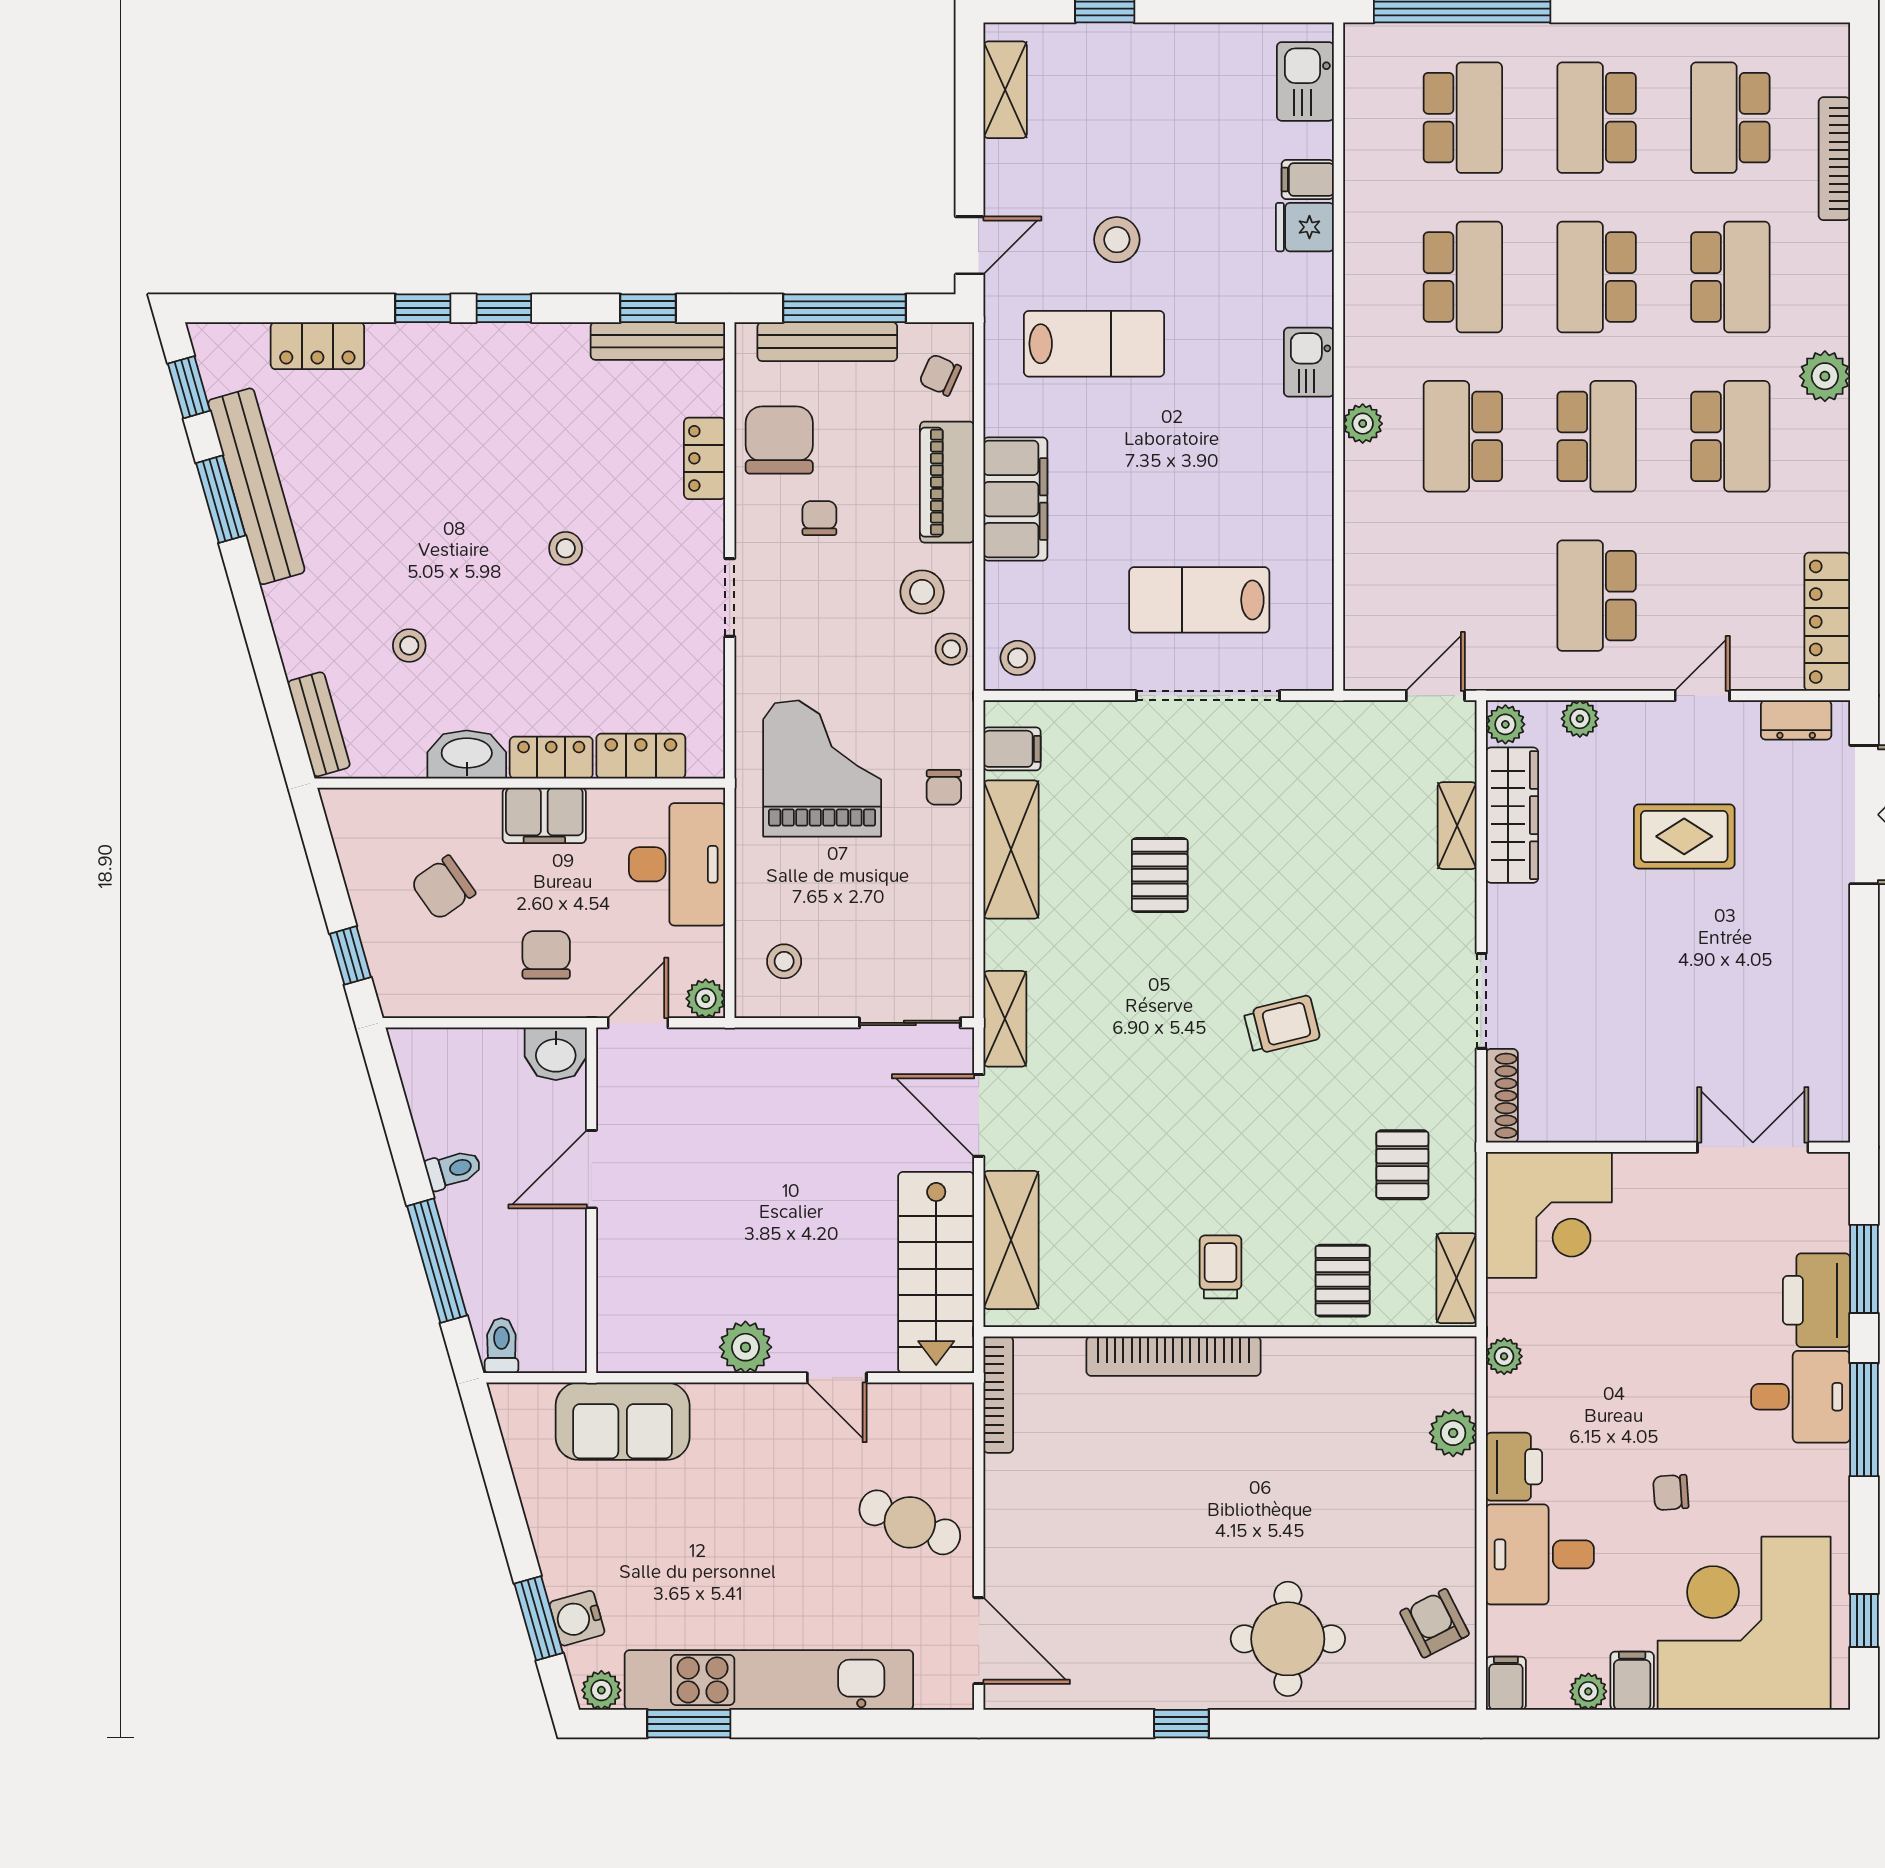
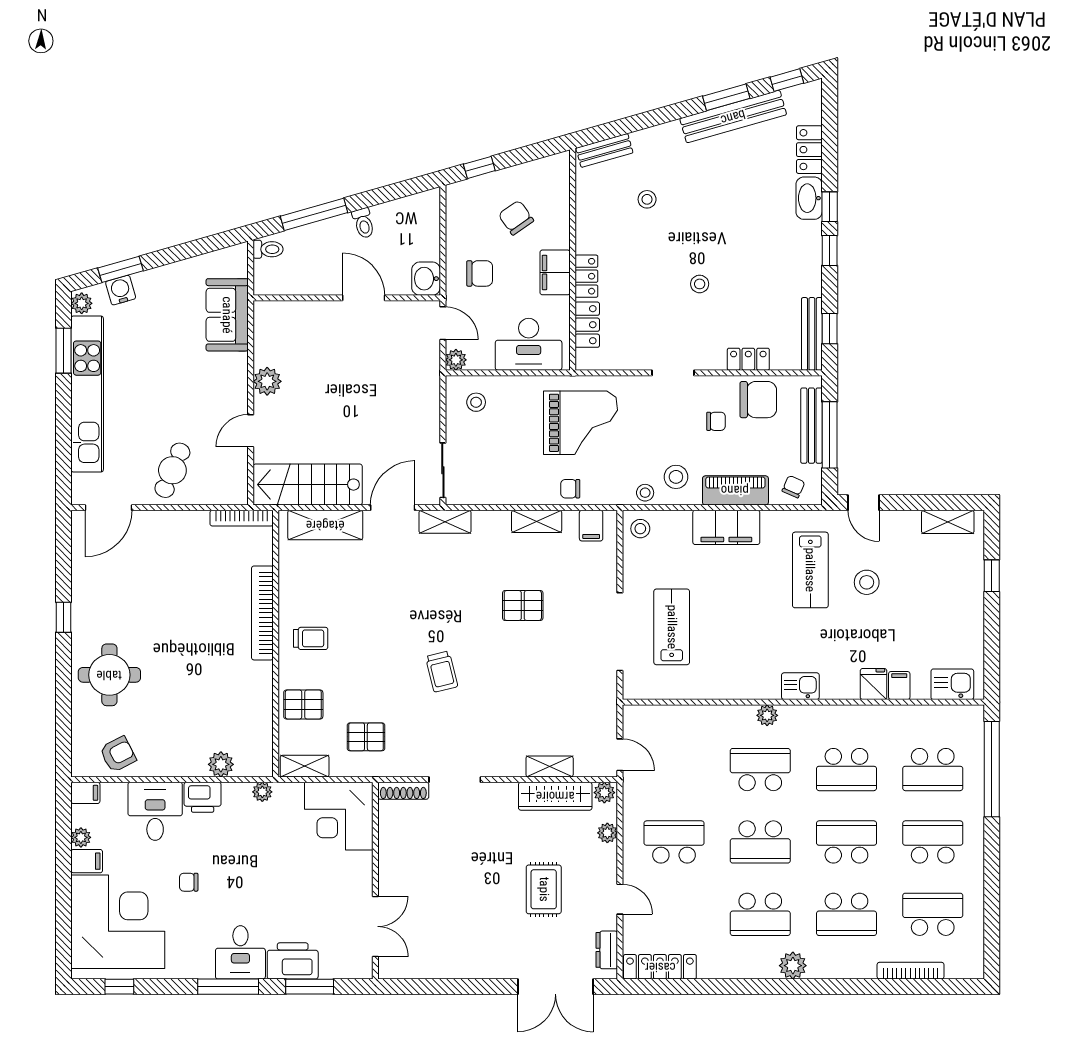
washbasin: (467, 754) -> (809, 198), moved, turned 180
shelving: (1011, 850) -> (537, 521), width x0.67, depth x0.75
chair: (1671, 1492) -> (189, 882), turned -86

